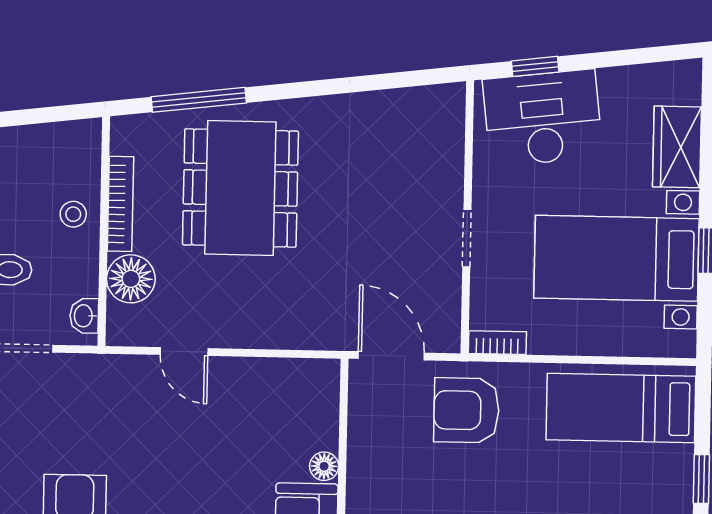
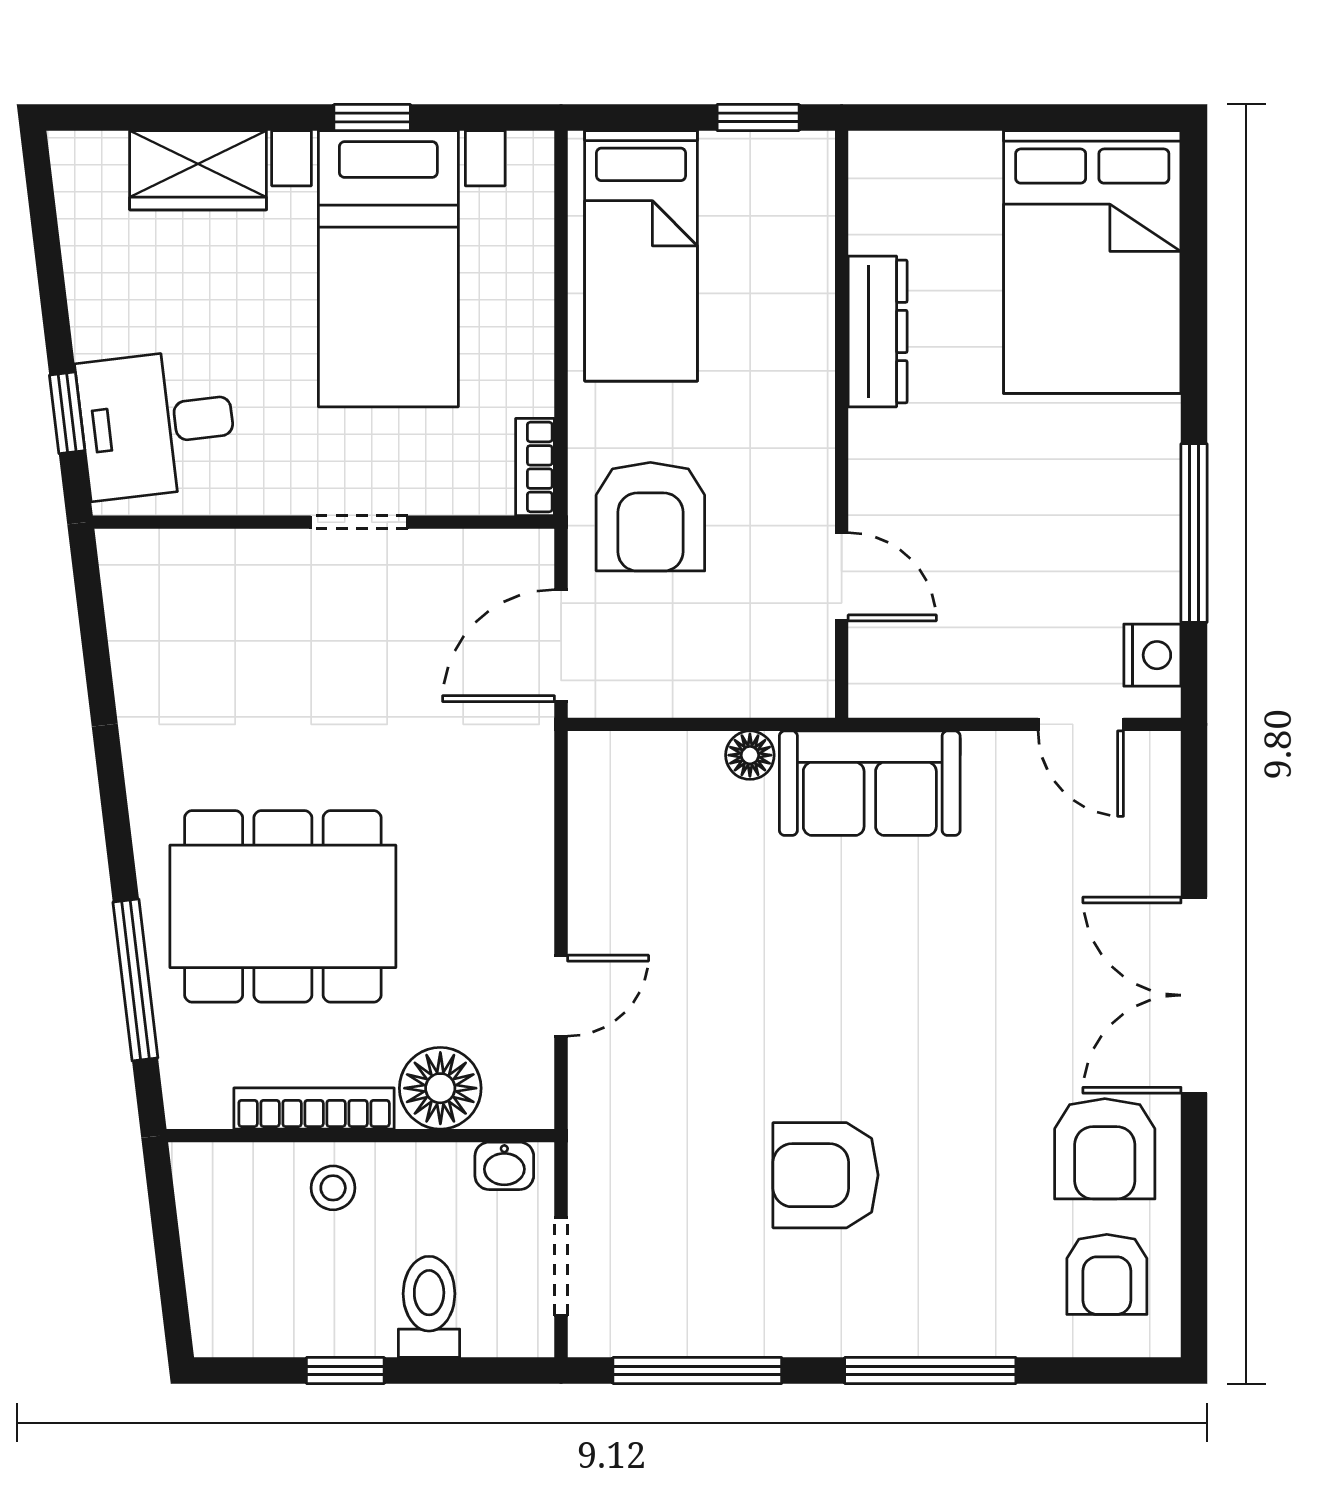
desk: (543, 118) -> (157, 424), width x0.73

